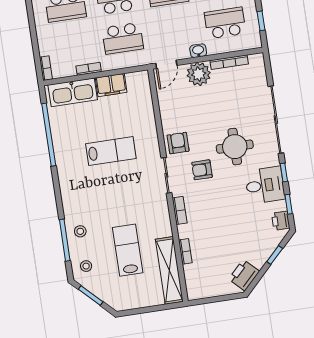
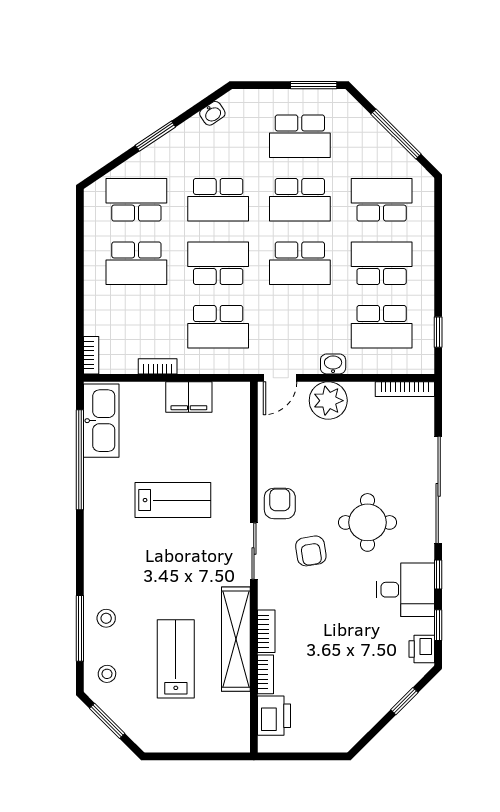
school desk: (225, 23) -> (382, 327), turned 180
bookcase: (229, 62) -> (405, 389), moved
kitchen sink: (73, 92) -> (101, 421), moved, turned -90
armchair: (202, 170) -> (311, 551), turned -99
bookcase: (180, 210) -> (266, 631), moved
shelving: (169, 270) -> (236, 639), moved
printer: (244, 275) -> (274, 716), moved, turned 135

